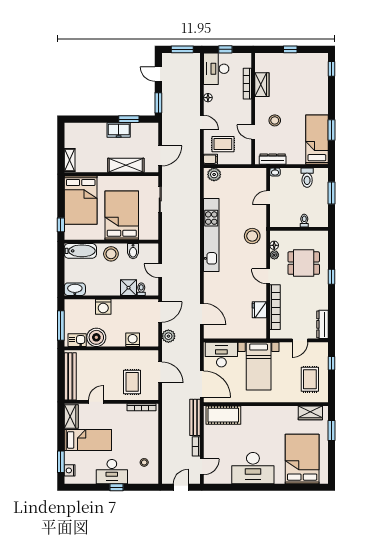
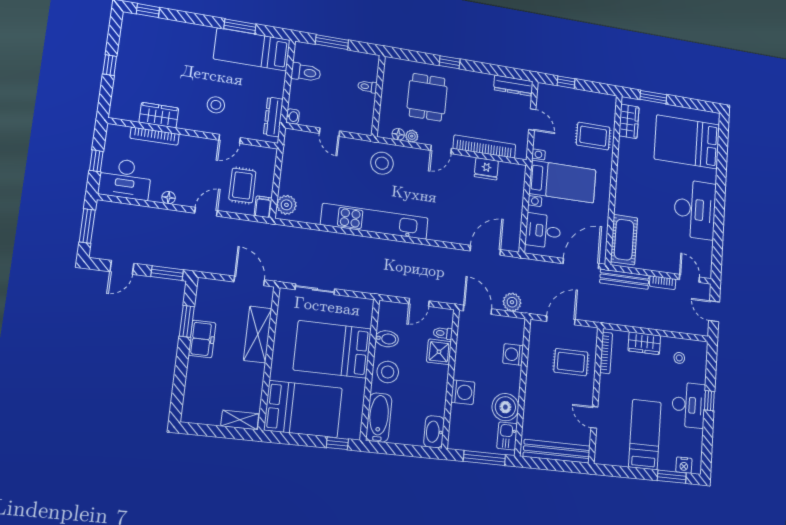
desk: (221, 355) -> (543, 231), width x0.73
rug: (310, 379) -> (593, 136), moved
wardrobe: (71, 416) -> (644, 343), moved, turned 180

